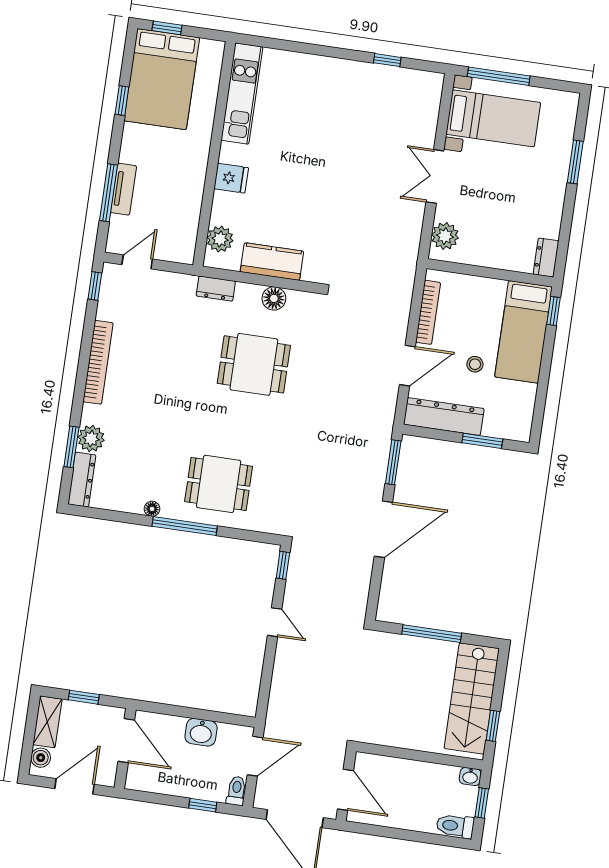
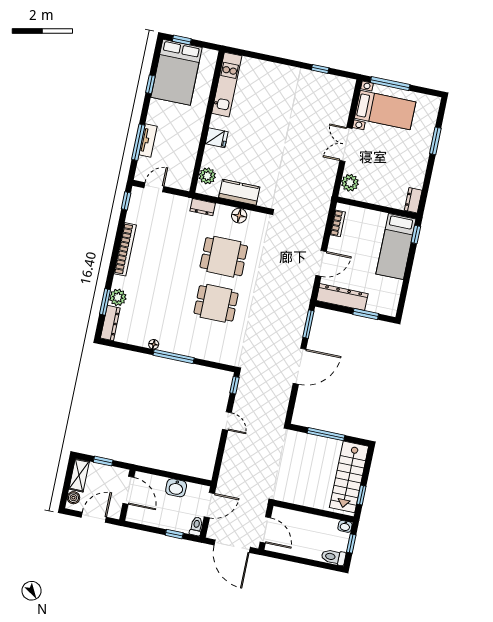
bookcase: (428, 312) -> (338, 223), width x0.64
stool: (475, 364) -> (364, 265), removed
dining table: (219, 484) -> (216, 303), moved

